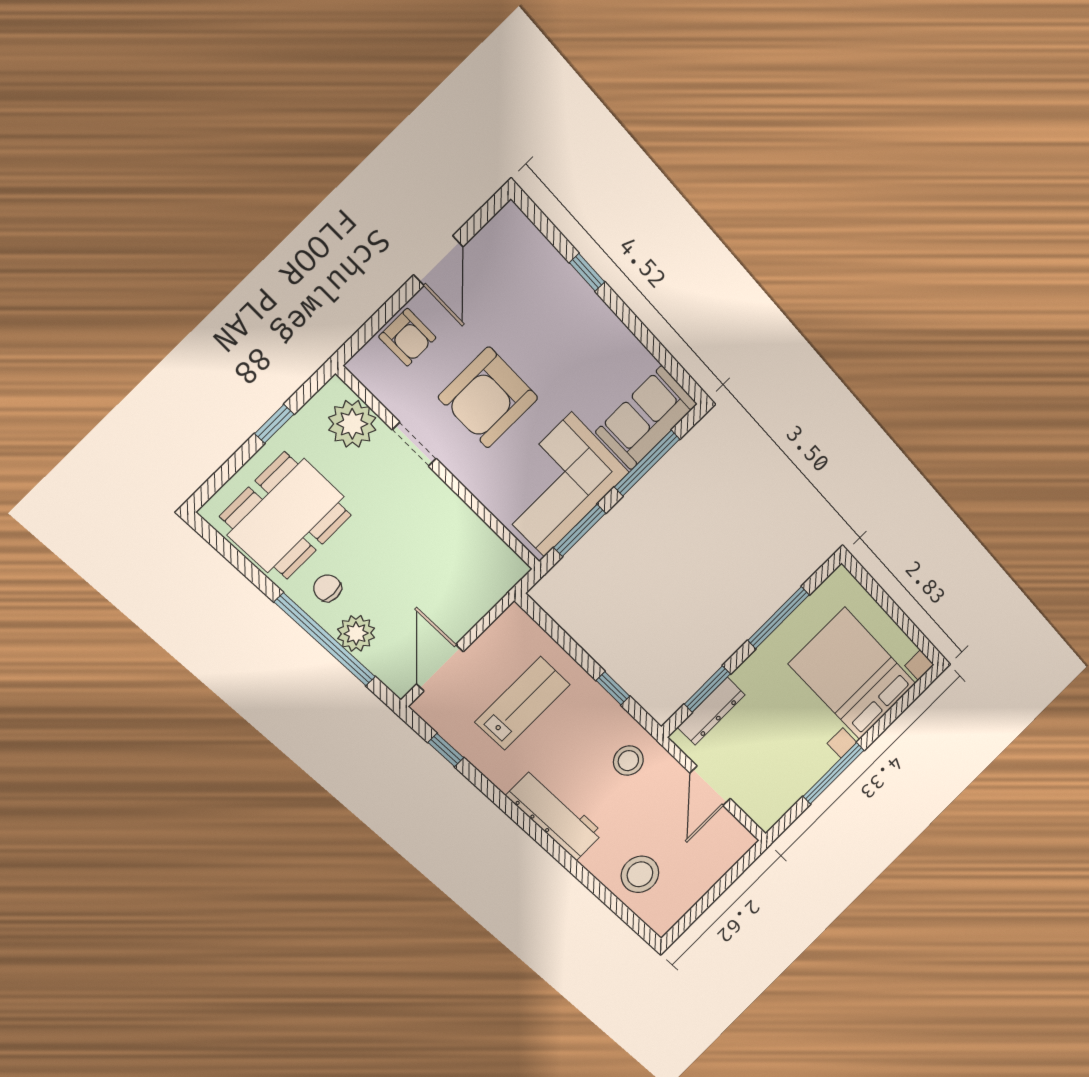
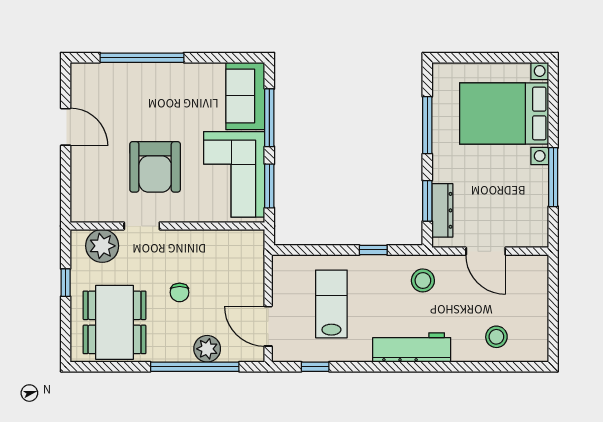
window: (587, 272) -> (142, 58), width x3.17
armchair: (407, 337) -> (87, 178), removed
chair: (327, 588) -> (180, 292), moved, turned -90
stool: (640, 874) -> (496, 337), width x0.73, depth x0.73

